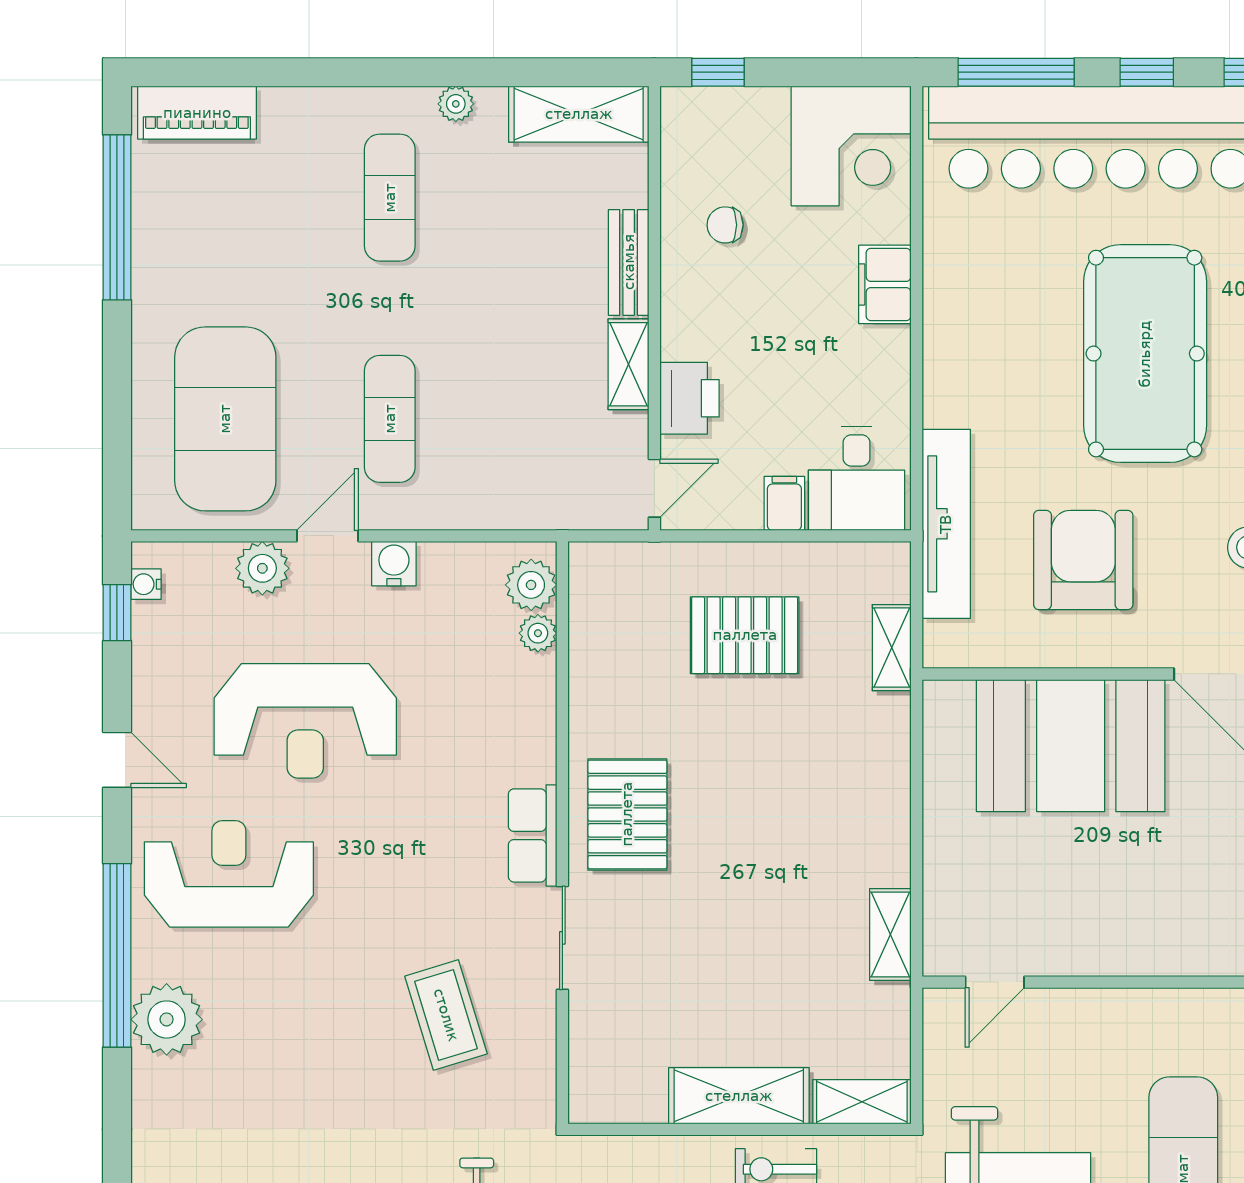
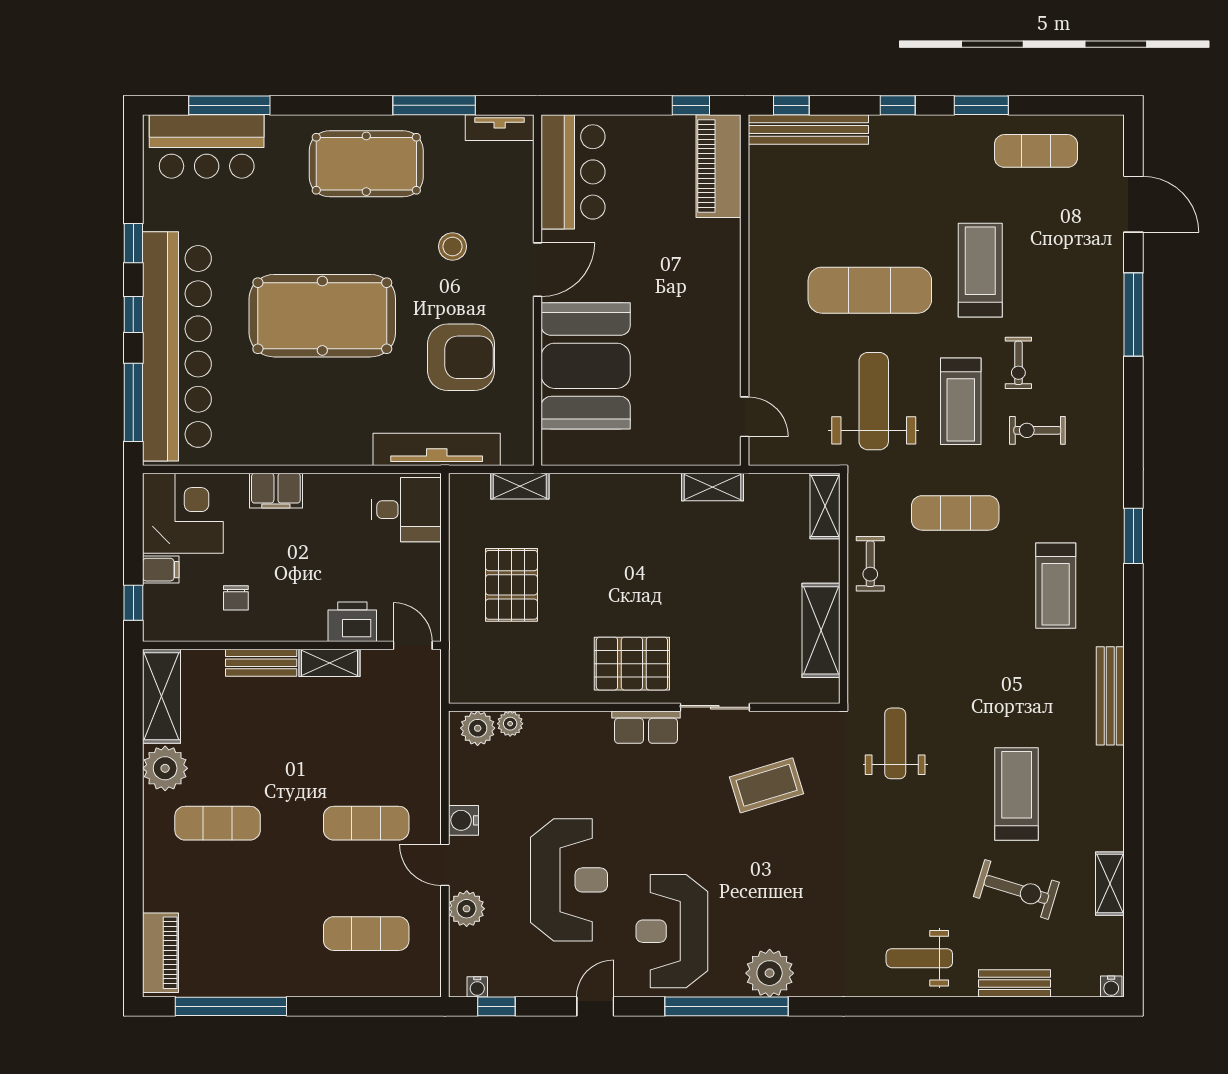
plant: (456, 104) -> (165, 768), width x1.87, depth x1.87
exercise mat: (225, 419) -> (366, 934), width x0.50, depth x0.69
filing cabinet: (784, 503) -> (161, 570), moved, turned 180
armchair: (1083, 560) -> (461, 357), turned 180
shelving: (739, 1096) -> (821, 630), moved

